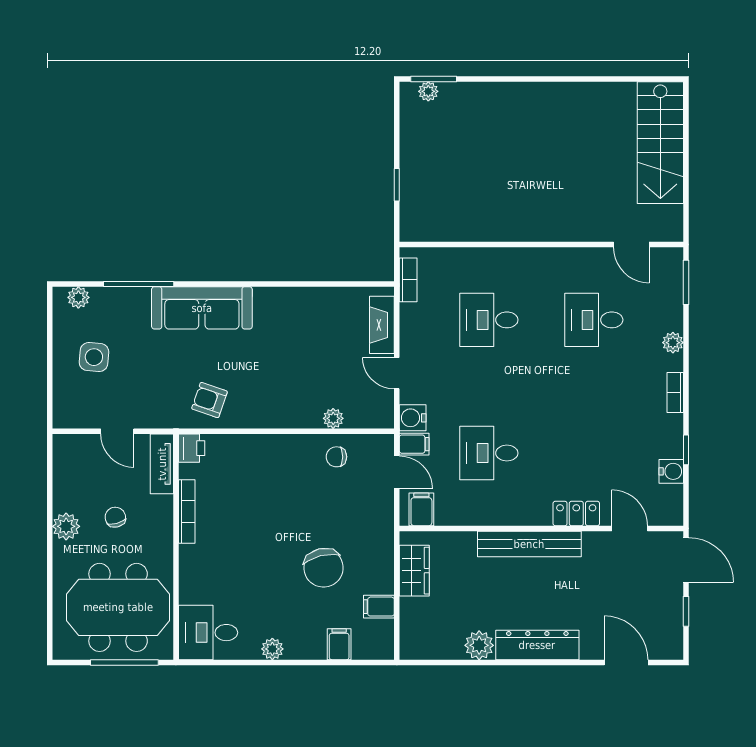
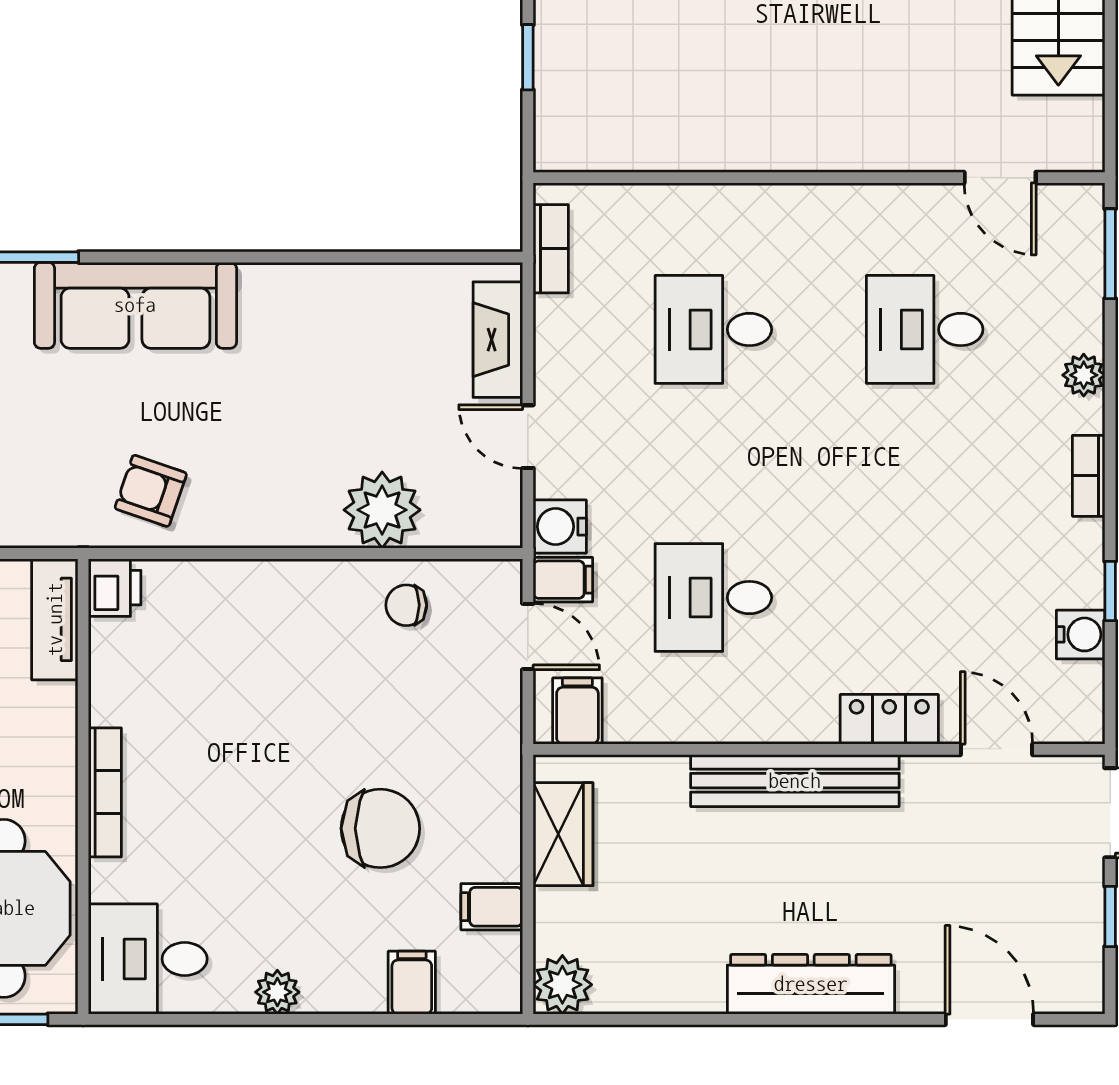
plant: (333, 418) -> (382, 510), width x1.87, depth x1.87
bookcase: (187, 511) -> (105, 792), moved
chair: (324, 568) -> (380, 828), turned -76
plant: (479, 645) -> (562, 985), moved

